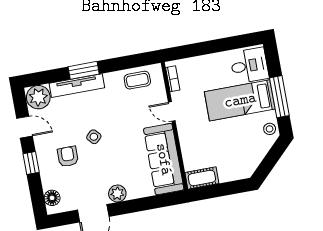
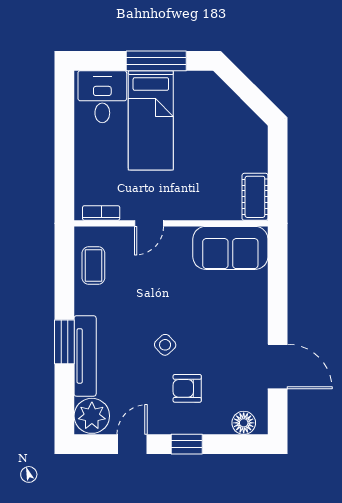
stool: (270, 129) -> (201, 84), removed
sofa: (164, 159) -> (230, 248), width x0.73
plant: (117, 193) -> (255, 326), removed

